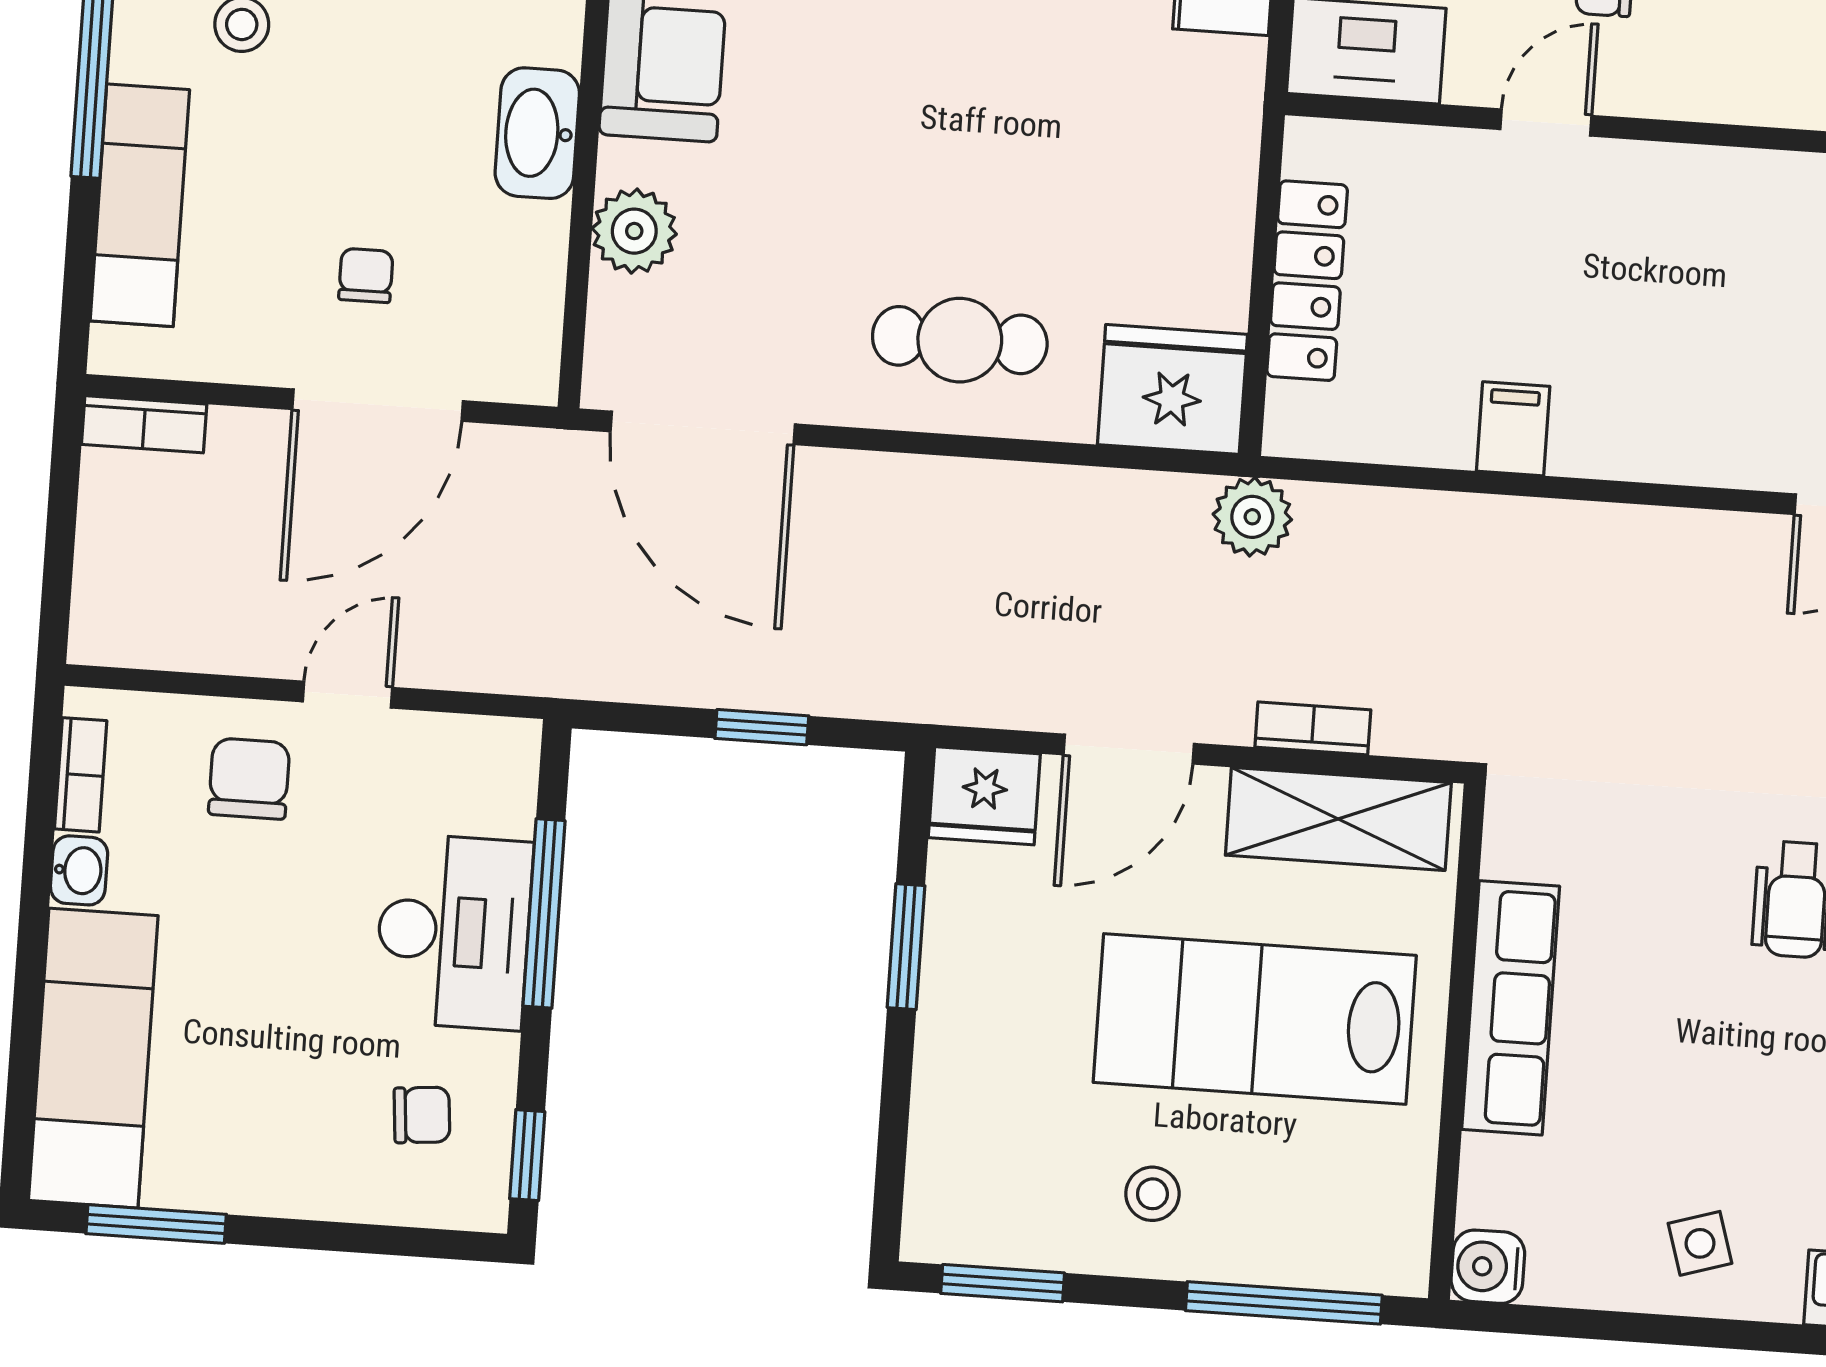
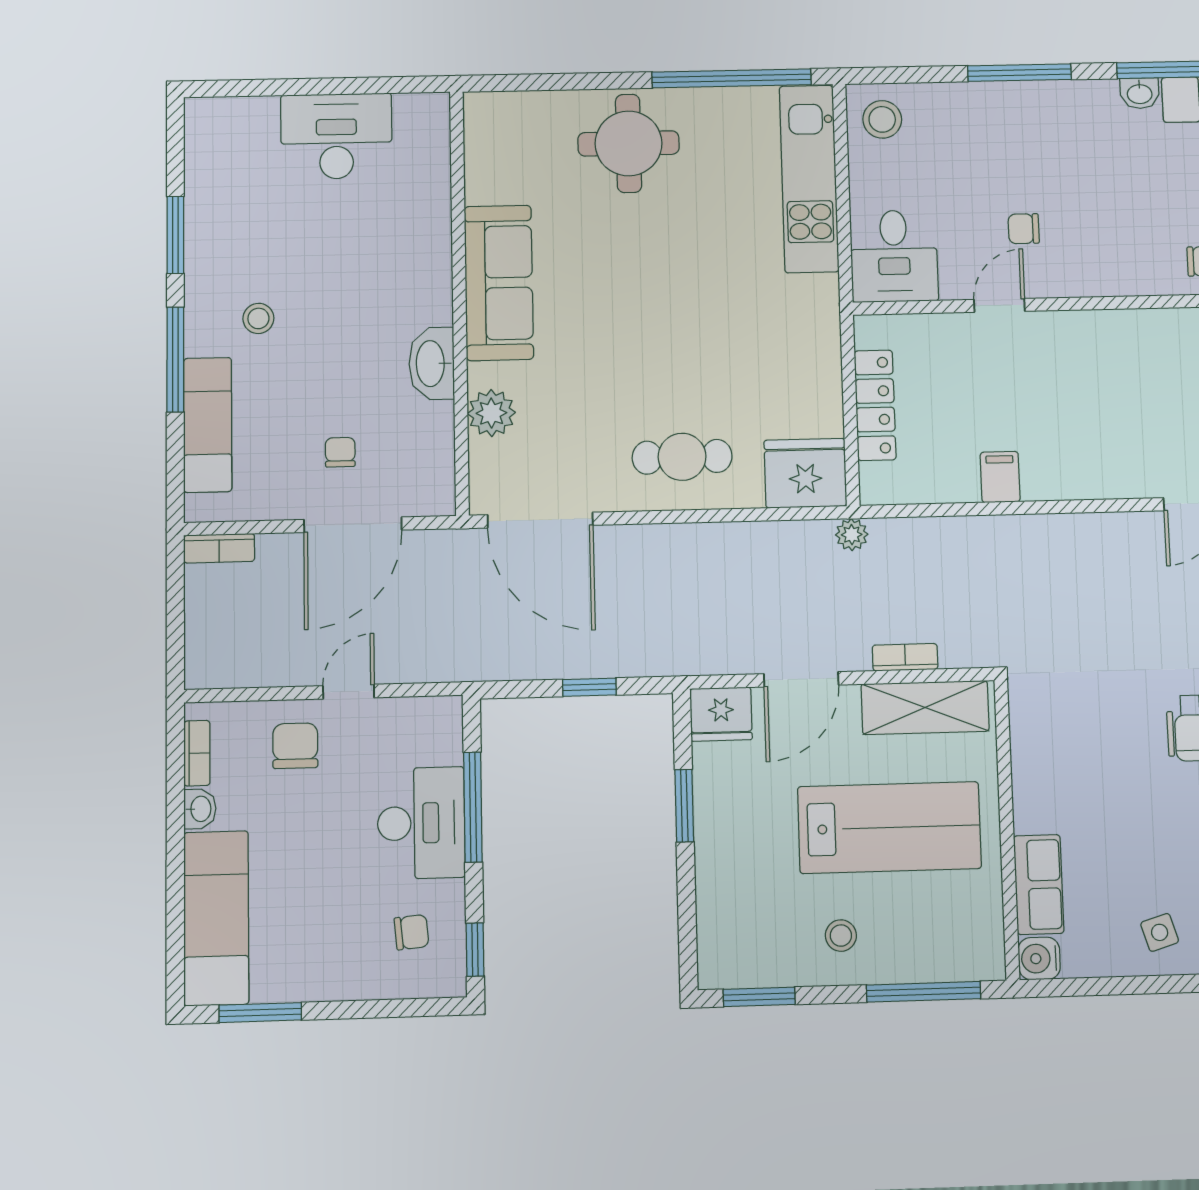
plant: (1252, 517) -> (852, 535), width x0.73, depth x0.73
row of seats: (1511, 1008) -> (1039, 884), moved, width x0.68
lab bench: (1255, 1019) -> (889, 828), turned 180

